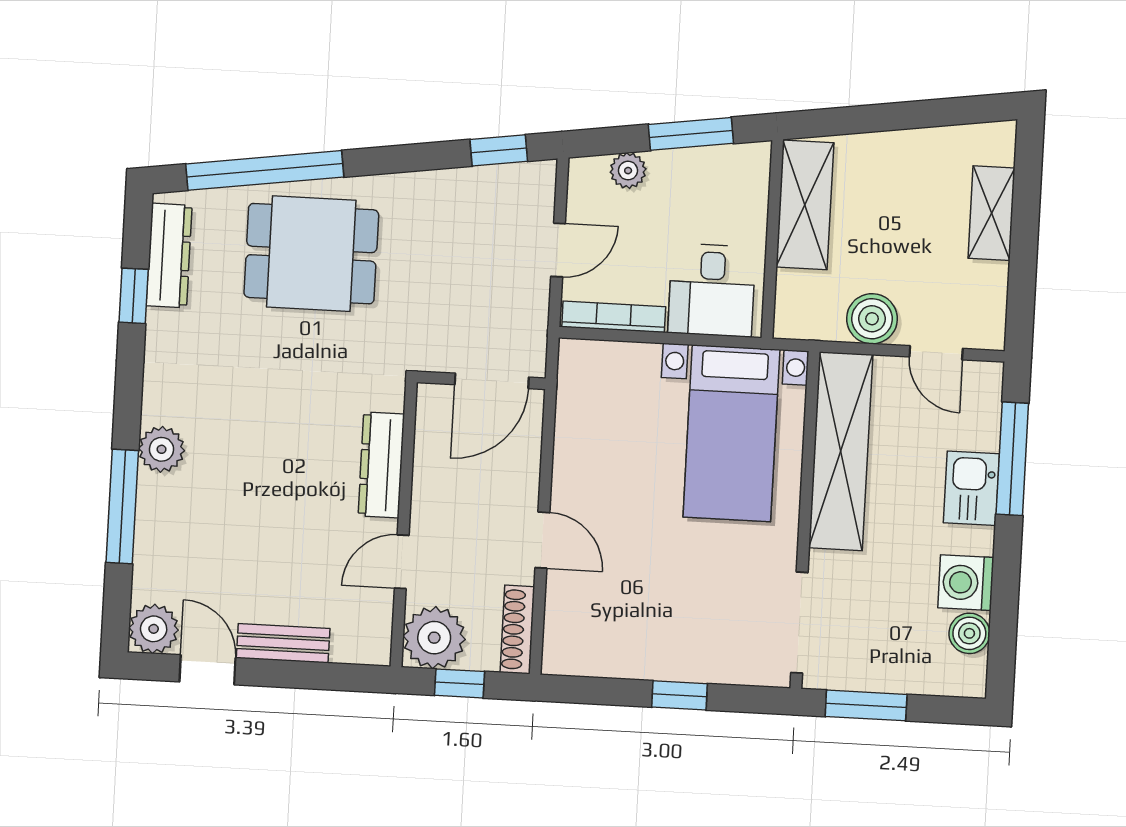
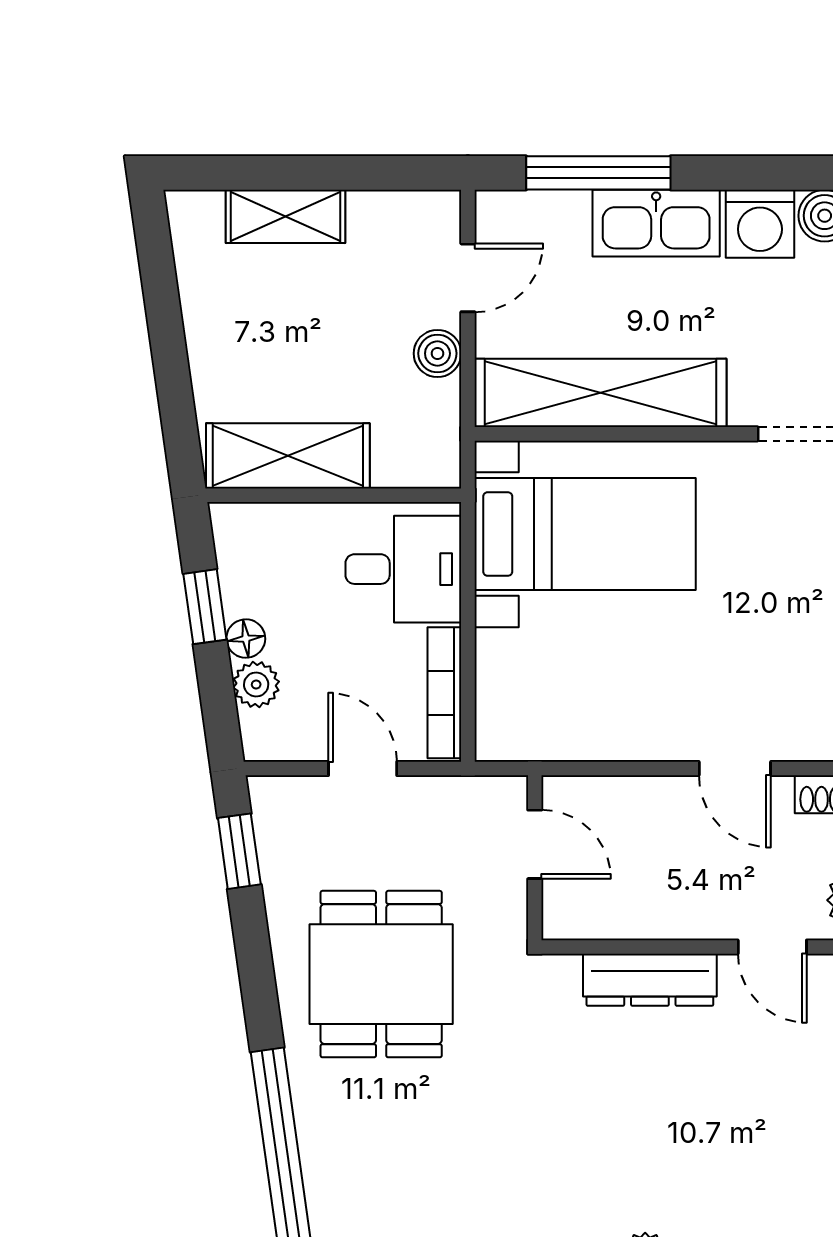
window: (691, 134) -> (205, 607), width x0.67
floor lamp: (664, 164) -> (246, 639), added
dining table: (311, 254) -> (381, 974), moved
boiler: (872, 319) -> (437, 353), width x0.73, depth x0.73
door: (492, 381) -> (535, 844), width x0.73
kitchen sink: (971, 488) -> (656, 223), width x1.38
door: (542, 540) -> (735, 768), swing flipped

